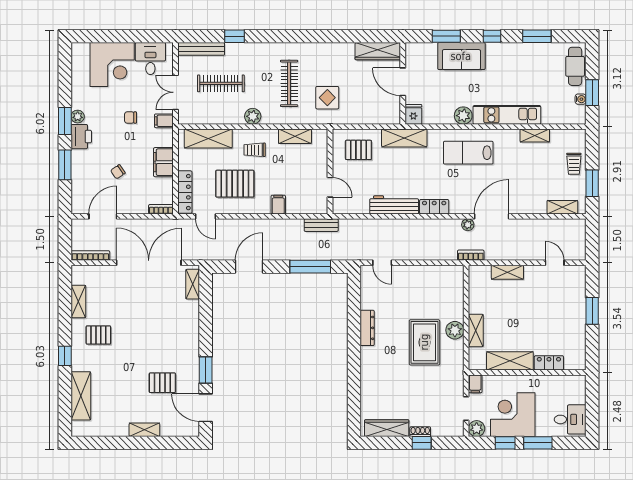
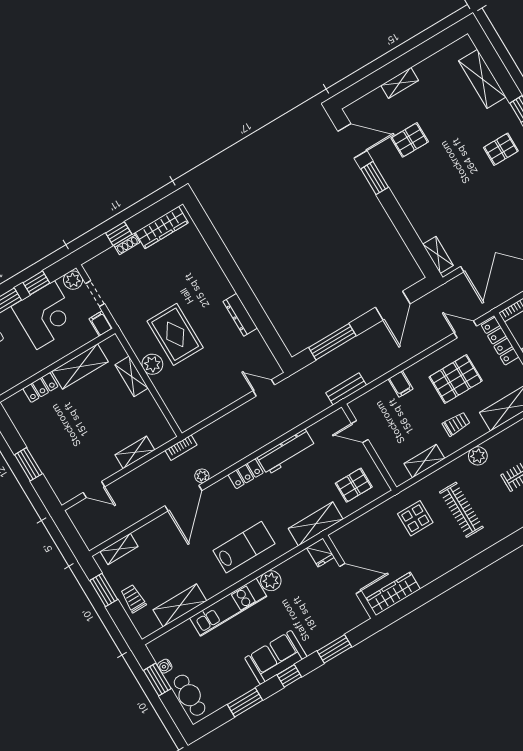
sofa: (461, 56) -> (276, 657), moved
shelving: (535, 136) -> (180, 605), width x1.50, depth x1.33

